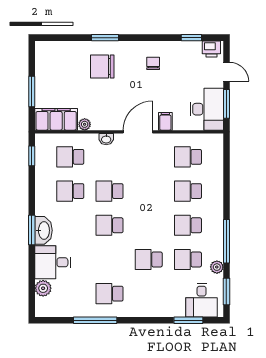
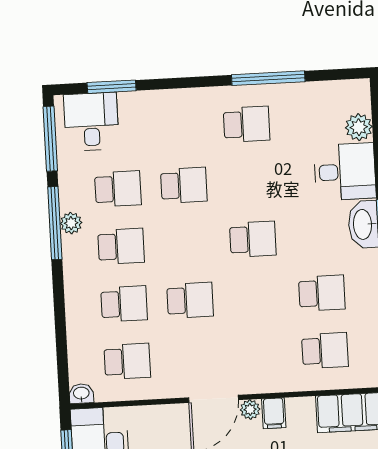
filing cabinet: (165, 121) -> (274, 413), moved
plant: (85, 124) -> (250, 410), moved
washbasin: (106, 139) -> (81, 394), moved
school desk: (110, 191) -> (190, 300), moved
plant: (217, 267) -> (71, 223), moved
window: (226, 291) -> (50, 139), width x1.44

